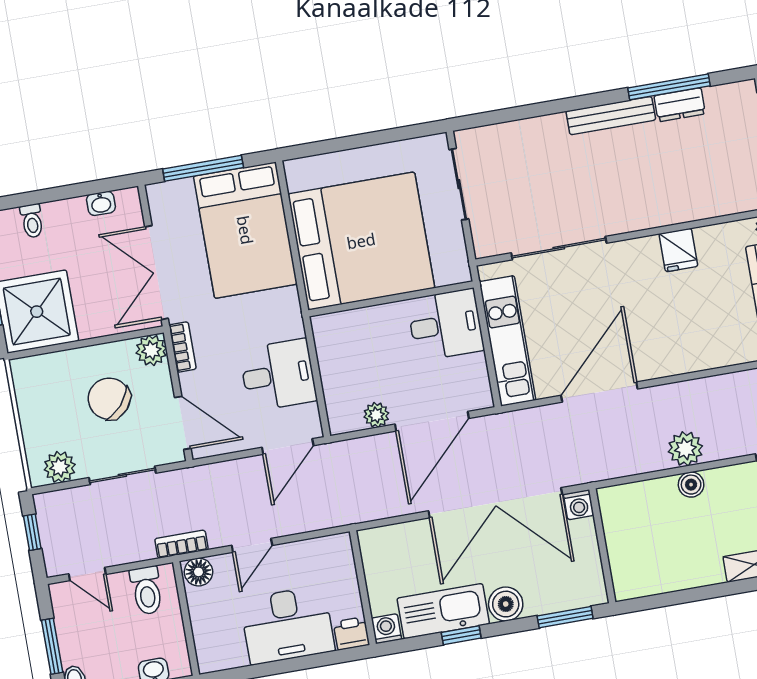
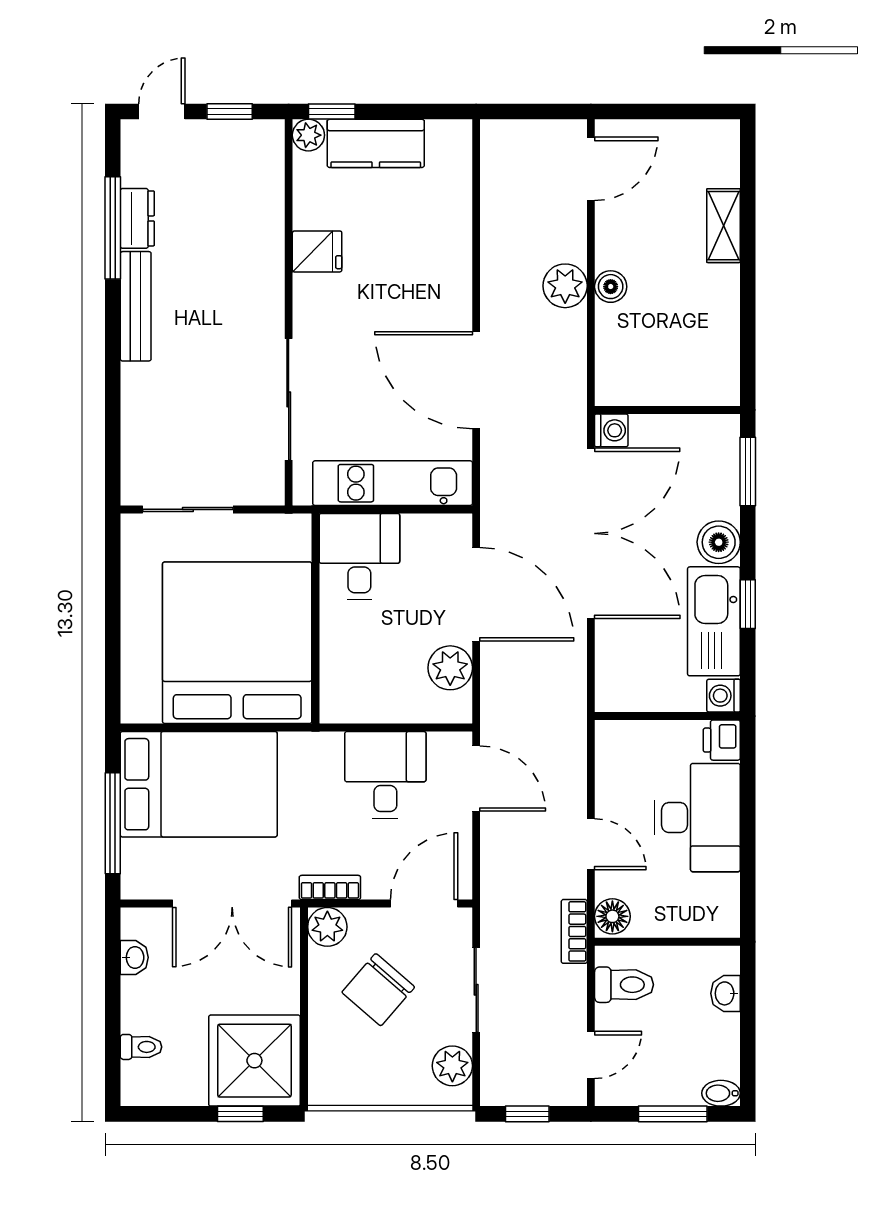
plant: (376, 415) -> (450, 668), width x1.38, depth x1.38

